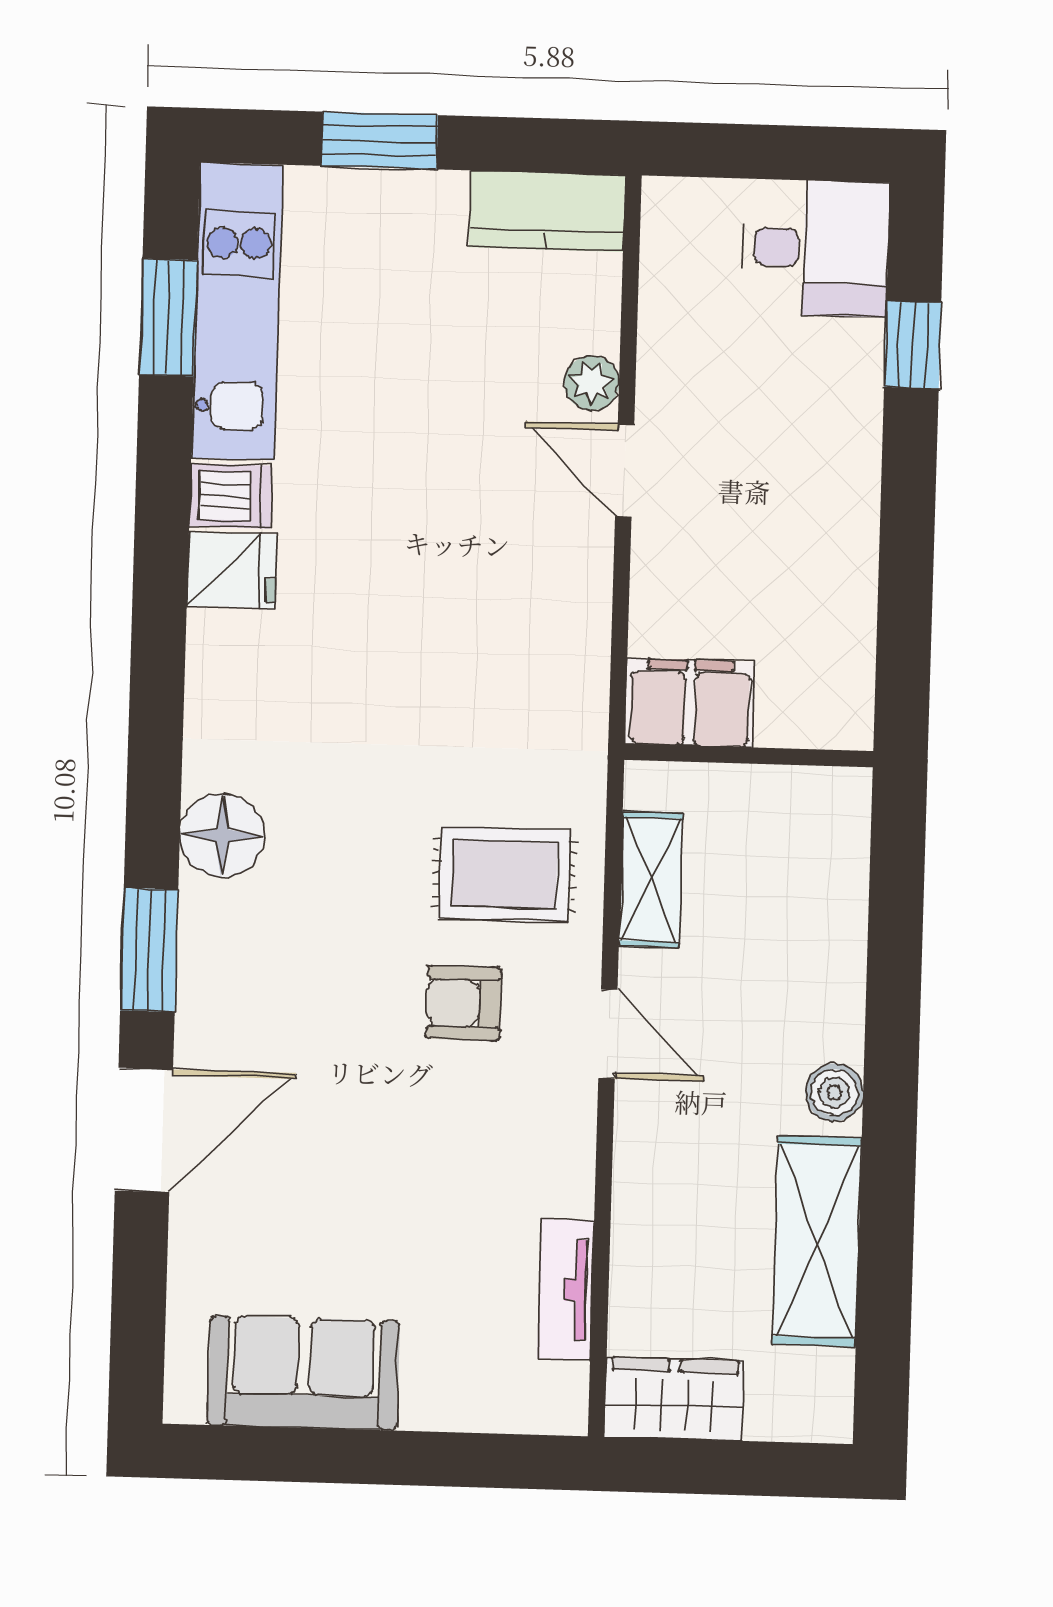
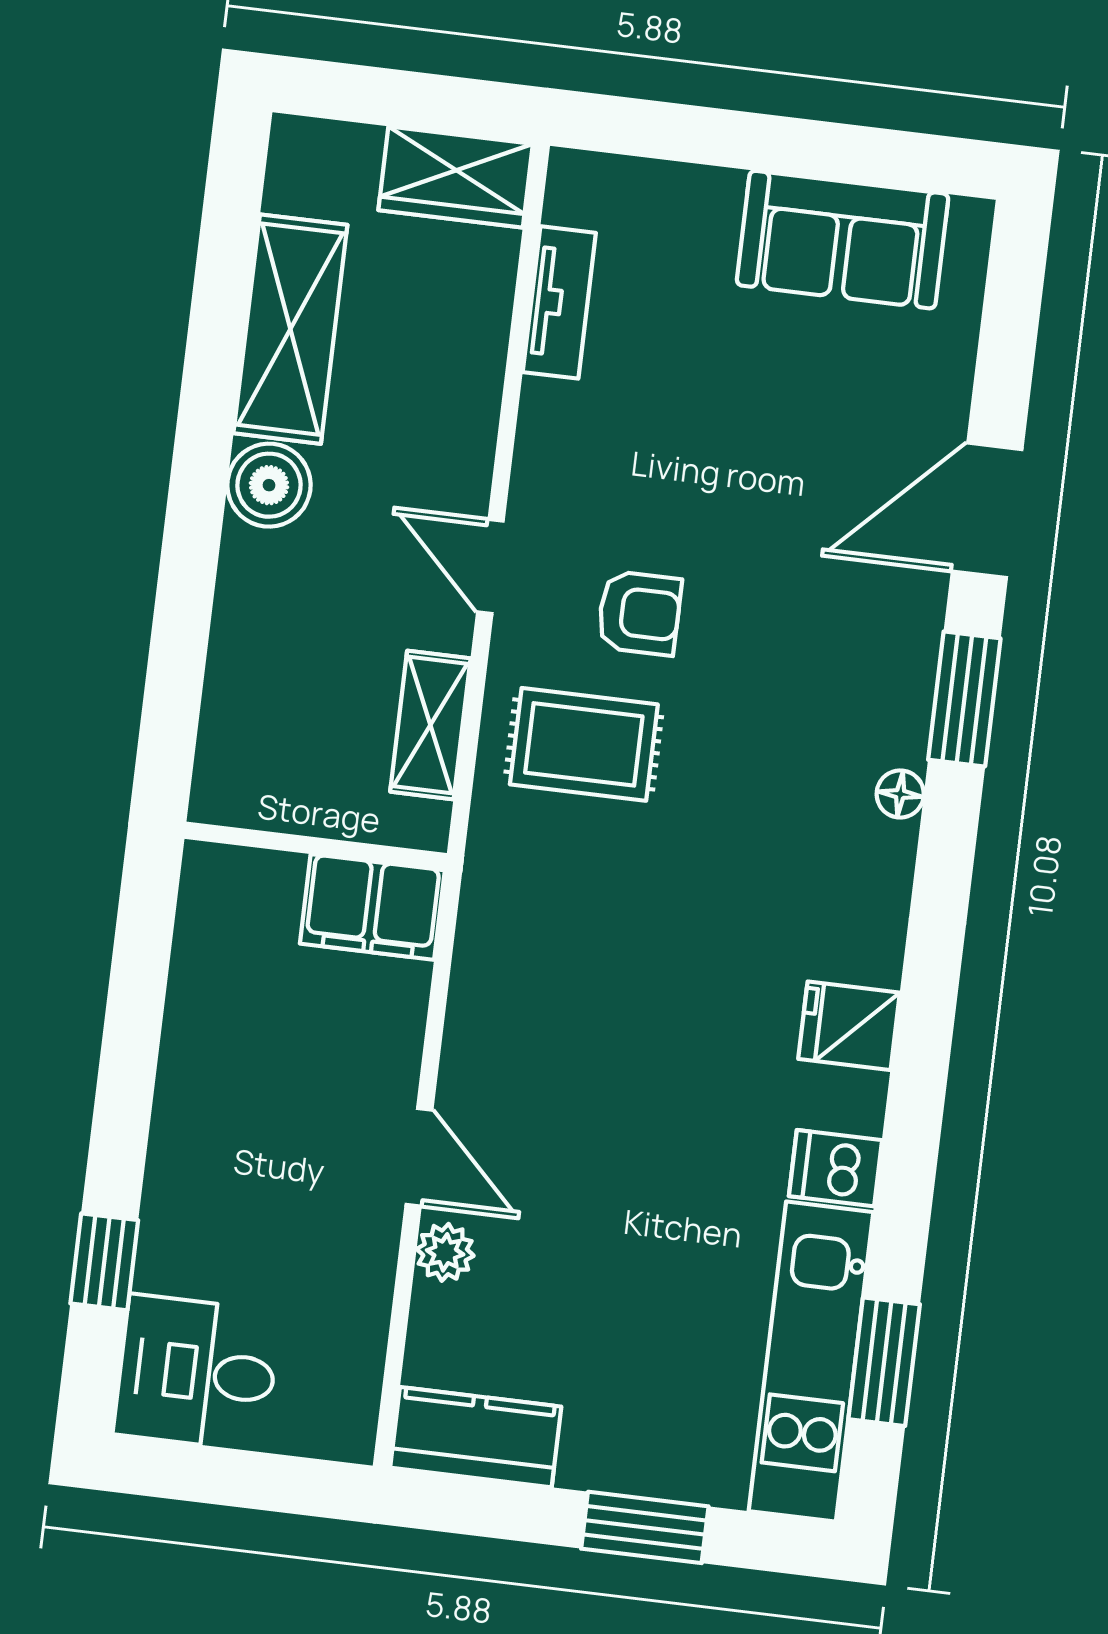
fridge: (232, 570) -> (849, 1026), moved
floor lamp: (222, 835) -> (900, 794), width x0.53, depth x0.53
boiler: (834, 1092) -> (269, 485), width x1.36, depth x1.36

